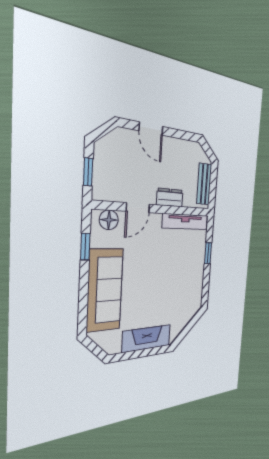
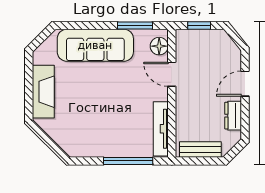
dresser: (170, 198) -> (233, 116), moved, turned 180
window: (85, 247) -> (135, 25), width x1.50
window: (208, 253) -> (128, 161), width x2.17

